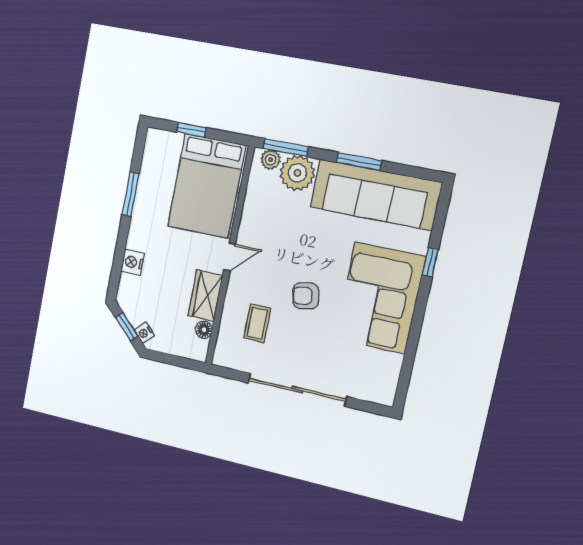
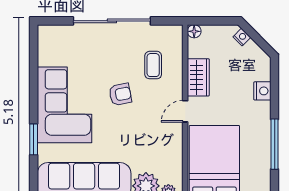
window: (130, 194) -> (275, 144), width x1.44
window: (430, 262) -> (34, 139), width x1.50
window: (127, 327) -> (257, 39), removed
floor lamp: (204, 330) -> (194, 31), moved

